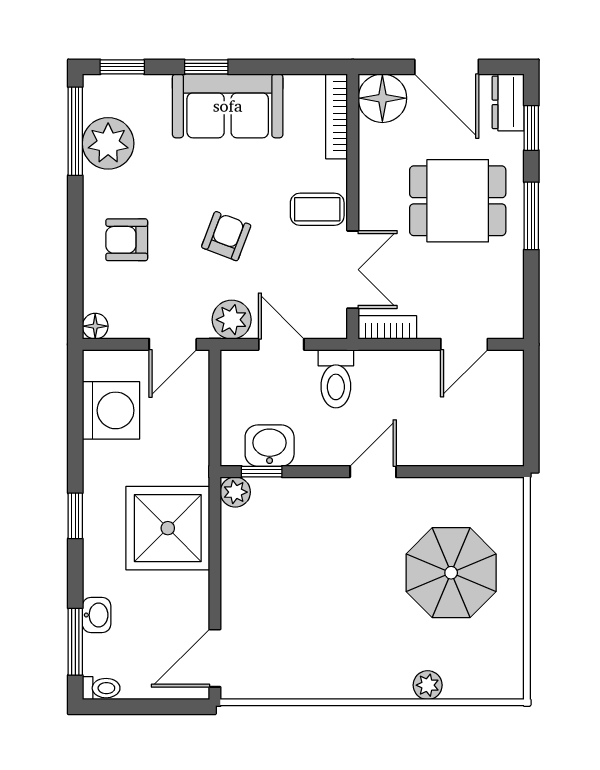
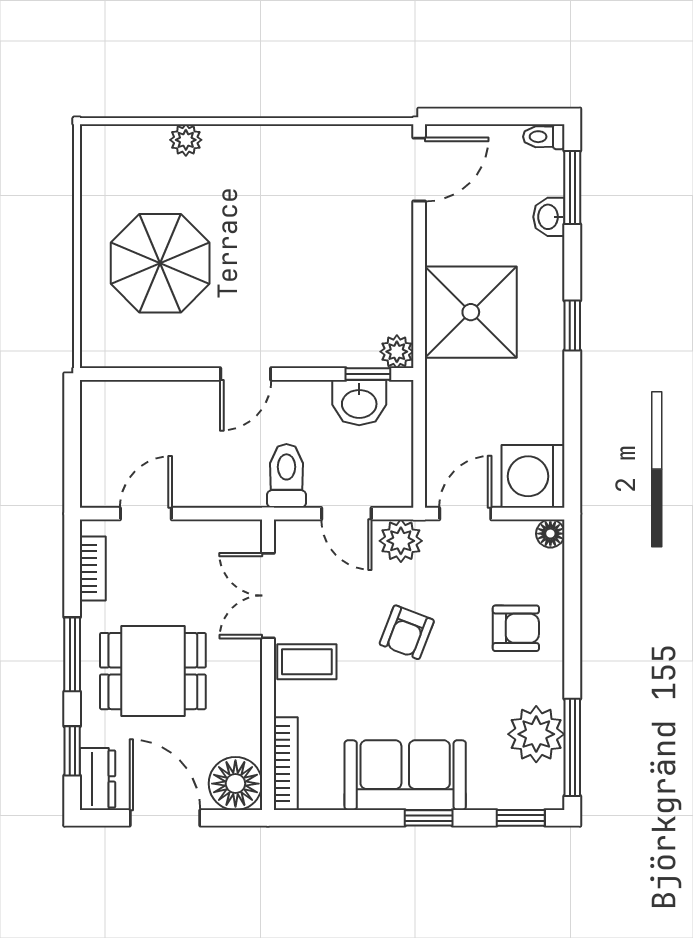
bookcase: (387, 327) -> (93, 568), moved, turned -90
washing machine: (111, 410) -> (533, 476), moved

